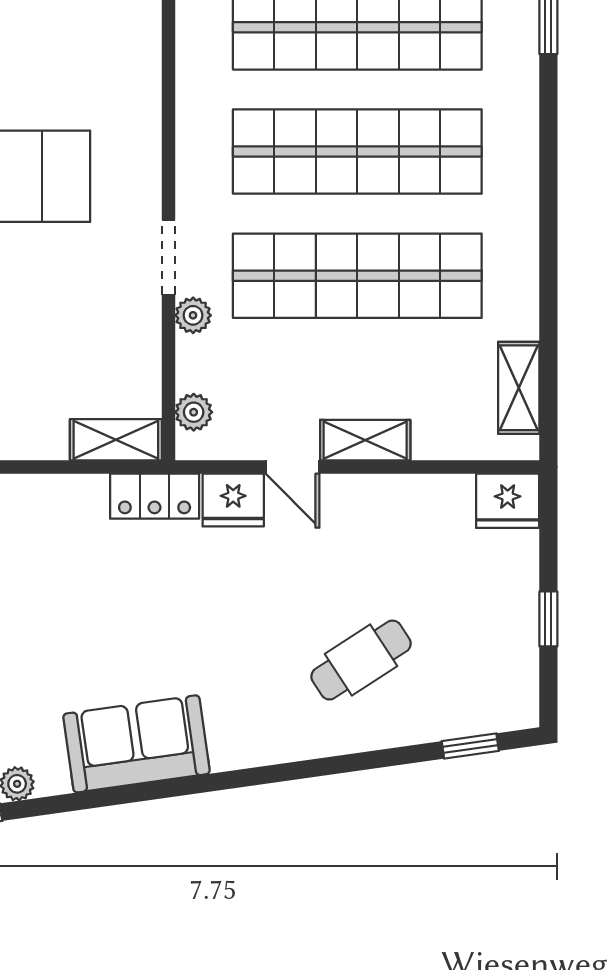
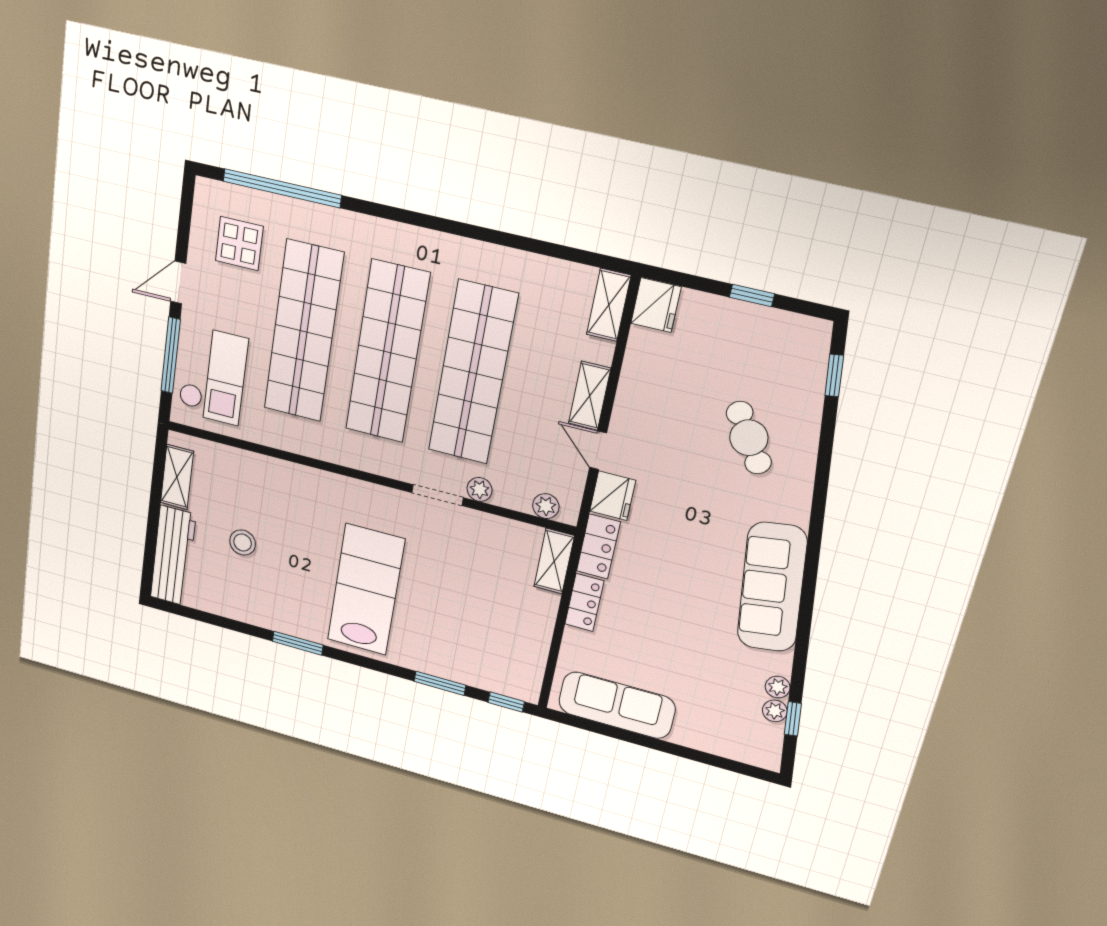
shelving: (519, 388) -> (609, 305), moved, turned 90
door: (292, 467) -> (598, 450), swing flipped
locker: (66, 494) -> (584, 602), added
sofa: (136, 744) -> (772, 587), width x1.36

